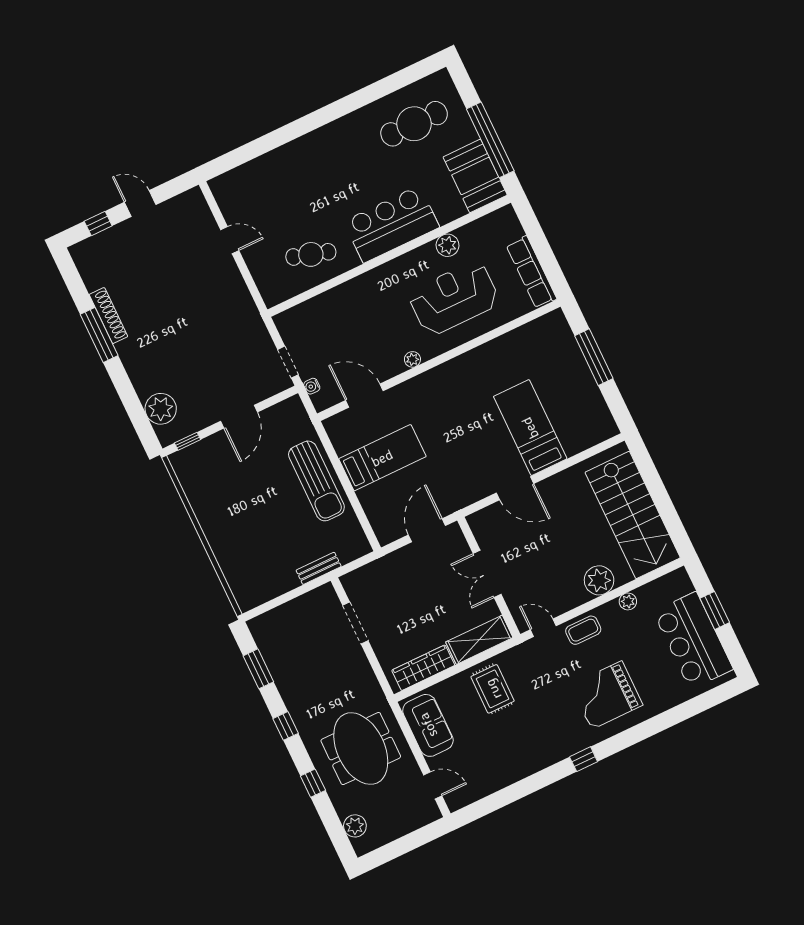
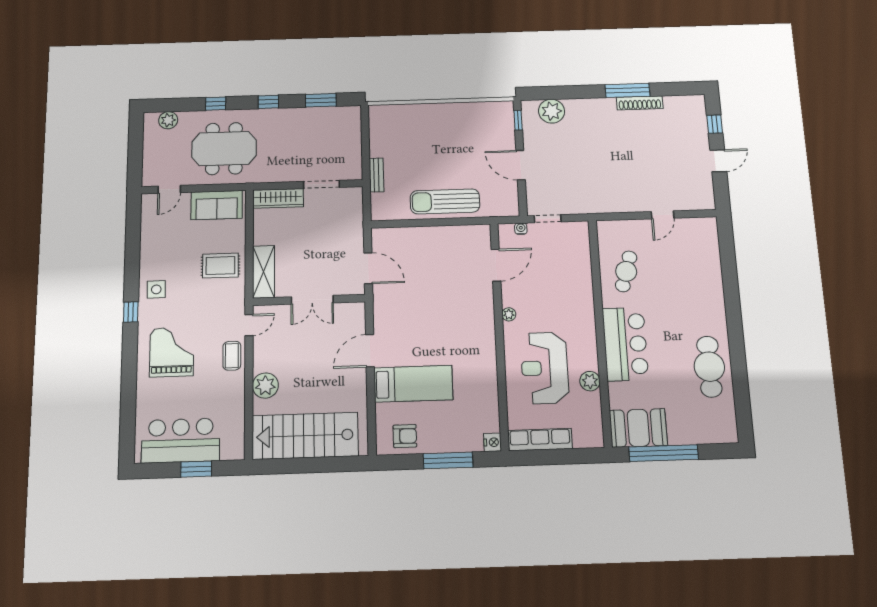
cafe table: (414, 124) -> (709, 367), moved
reception desk: (454, 298) -> (545, 368), turned 180
nightstand: (555, 320) -> (493, 442), added
armchair: (588, 412) -> (405, 436), added
bed: (382, 458) -> (441, 258), removed
double door: (487, 574) -> (312, 300), swing flipped
plant: (628, 601) -> (237, 401), removed
wardrobe: (423, 668) -> (278, 198), moved, turned 90
side table: (548, 744) -> (156, 289), added

